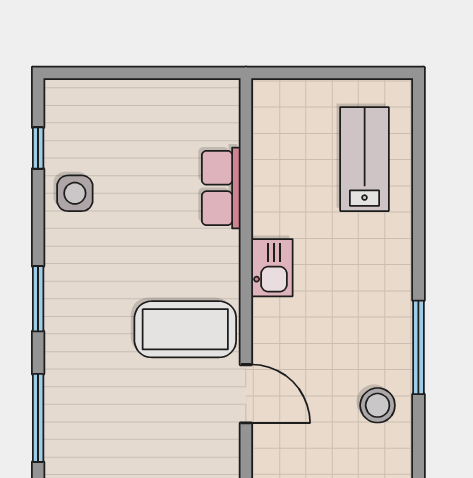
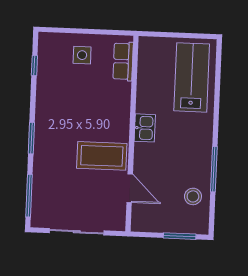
lab bench: (365, 159) -> (192, 77), width x1.36, depth x1.39
row of seats: (221, 188) -> (123, 61), moved
side table: (75, 193) -> (82, 55), moved

